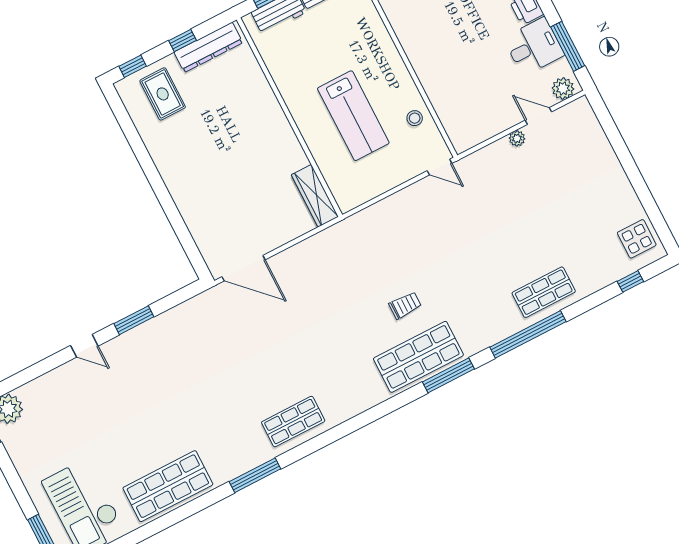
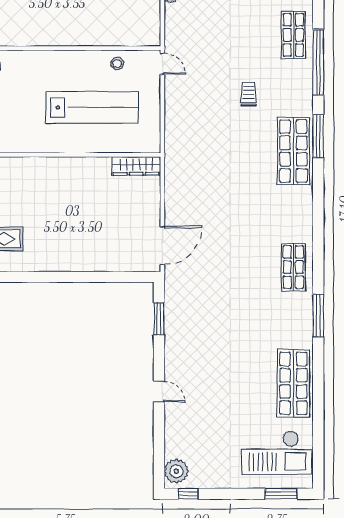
lab bench: (353, 116) -> (92, 108), width x1.36
door: (440, 167) -> (162, 64), hinge flipped
trolley: (405, 305) -> (249, 94), moved
window: (134, 320) -> (159, 319), moved
door: (84, 346) -> (159, 391), hinge flipped

